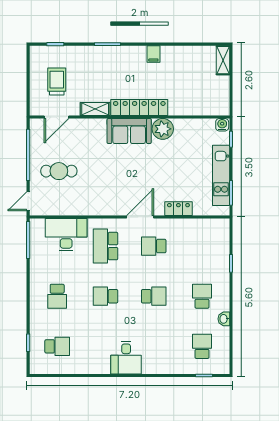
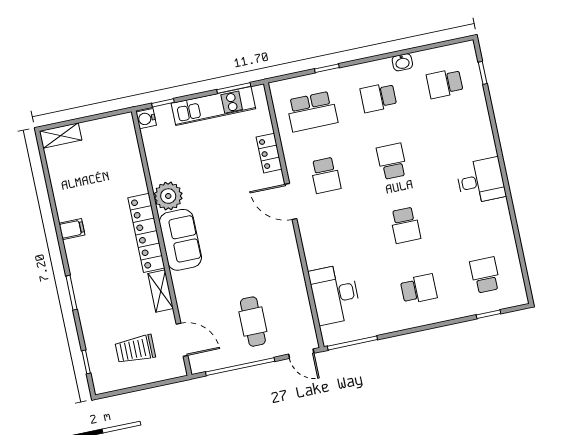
school desk: (105, 246) -> (312, 111), moved

